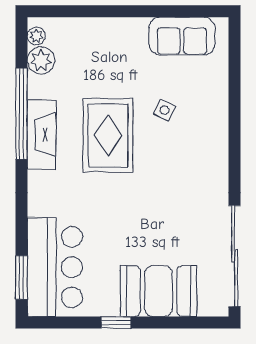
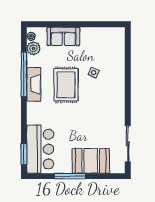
sofa: (182, 36) -> (63, 36), moved
sliding door: (235, 256) -> (128, 144), width x0.73
window: (116, 322) -> (70, 176), width x2.17

